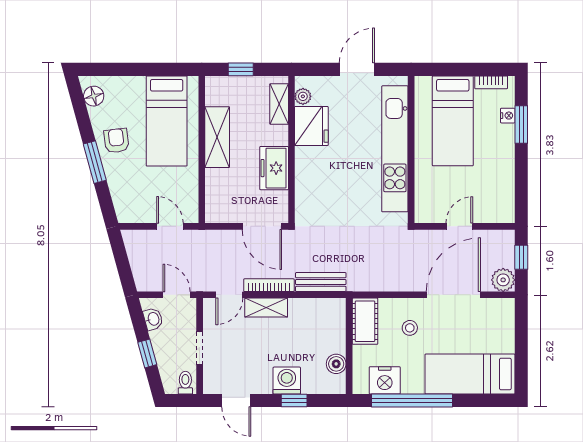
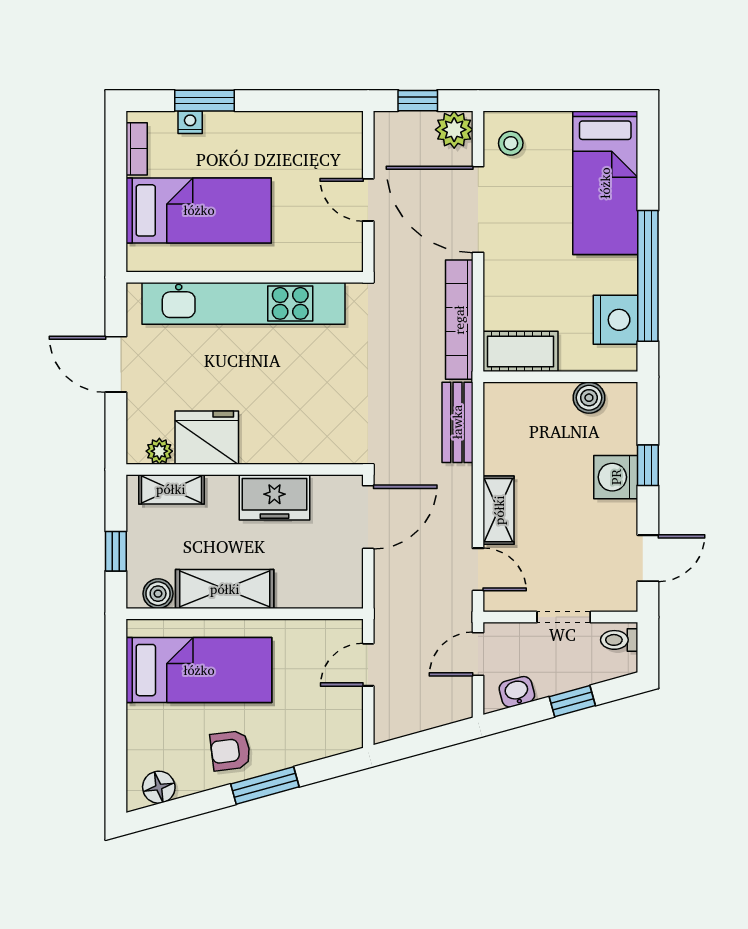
boiler: (214, 96) -> (158, 594), added
bookcase: (269, 285) -> (459, 320), moved, width x1.48, depth x1.31
stool: (410, 328) -> (511, 143), moved

